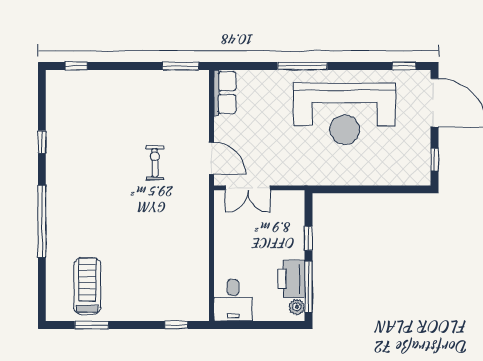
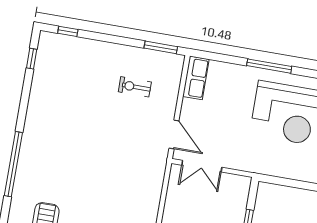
window: (42, 142) -> (32, 59), moved
exercise bike: (155, 163) -> (135, 87), moved, turned -90

